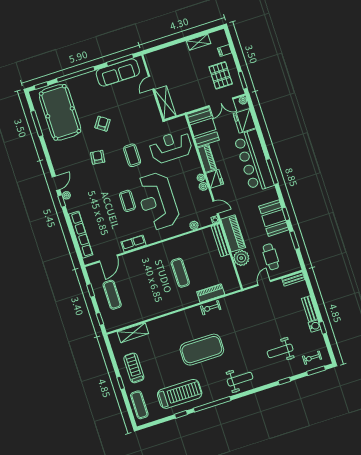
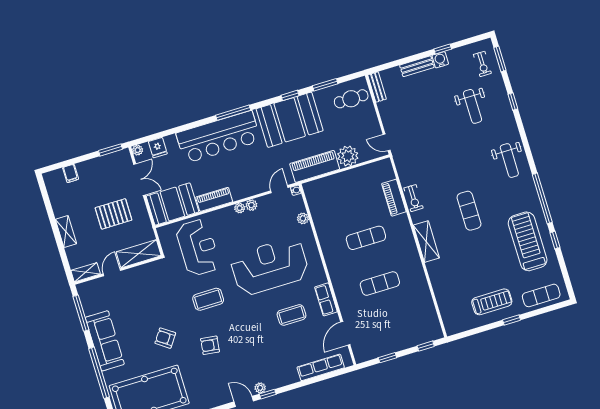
shelving: (199, 42) -> (66, 232), moved
shelving: (151, 63) -> (86, 272), added
sofa: (118, 72) -> (105, 341), moved
pallet: (221, 75) -> (113, 214), moved
door: (151, 83) -> (112, 272), swing flipped
fridge: (244, 121) -> (158, 148), width x0.53, depth x0.75
reception desk: (171, 147) -> (198, 248), turned 180
fridge: (215, 179) -> (241, 190), removed
coffee table: (127, 201) -> (292, 315), moved
reception desk: (158, 201) -> (270, 266), turned 180
booth: (274, 218) -> (290, 120), width x1.36, depth x1.42
row of seats: (81, 235) -> (321, 367), width x0.73
bench: (220, 240) -> (324, 183), removed
cafe table: (271, 257) -> (351, 99), moved
door: (108, 259) -> (345, 333), swing flipped
door: (264, 283) -> (387, 142), moved
exercise mat: (112, 295) -> (380, 284), moved
shelving: (133, 333) -> (426, 242), moved
exercise mat: (202, 350) -> (469, 211), width x0.50, depth x0.69
treadmill: (134, 368) -> (492, 302), turned 180
weight bench: (240, 379) -> (509, 161), turned 180

